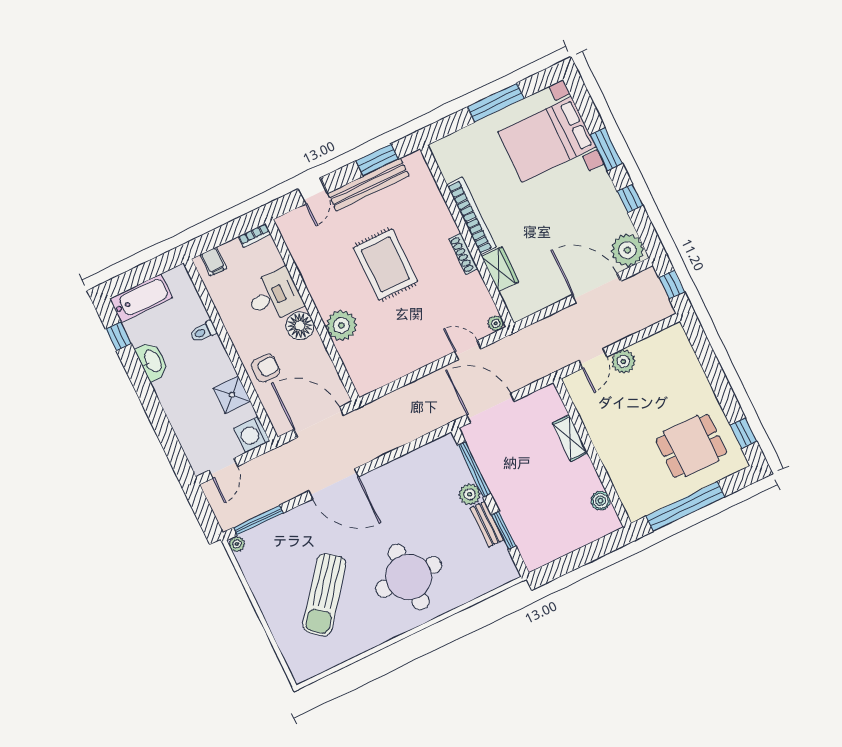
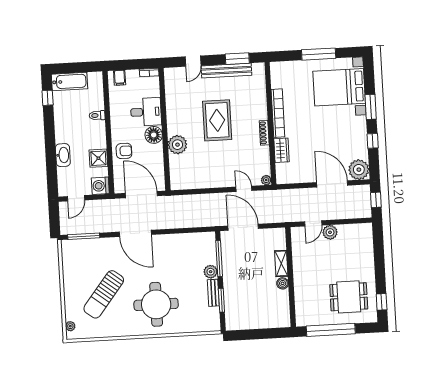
washbasin: (152, 361) -> (63, 155), moved
boiler: (601, 501) -> (283, 283), moved
plant: (237, 544) -> (70, 326), moved

